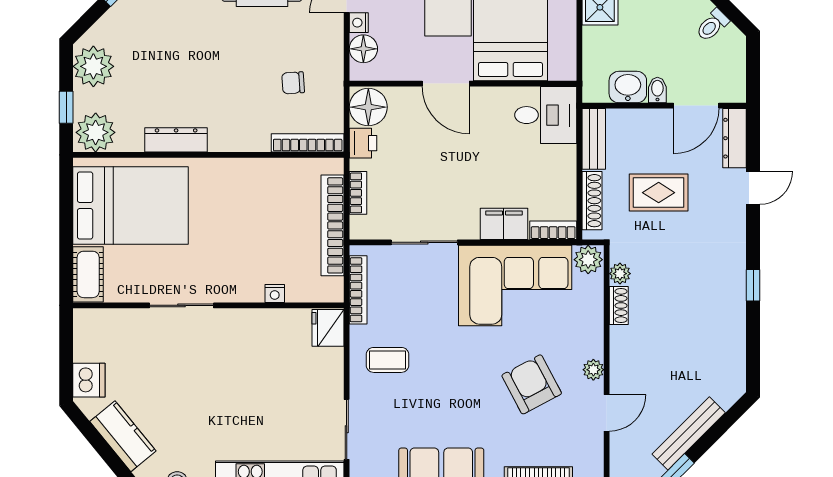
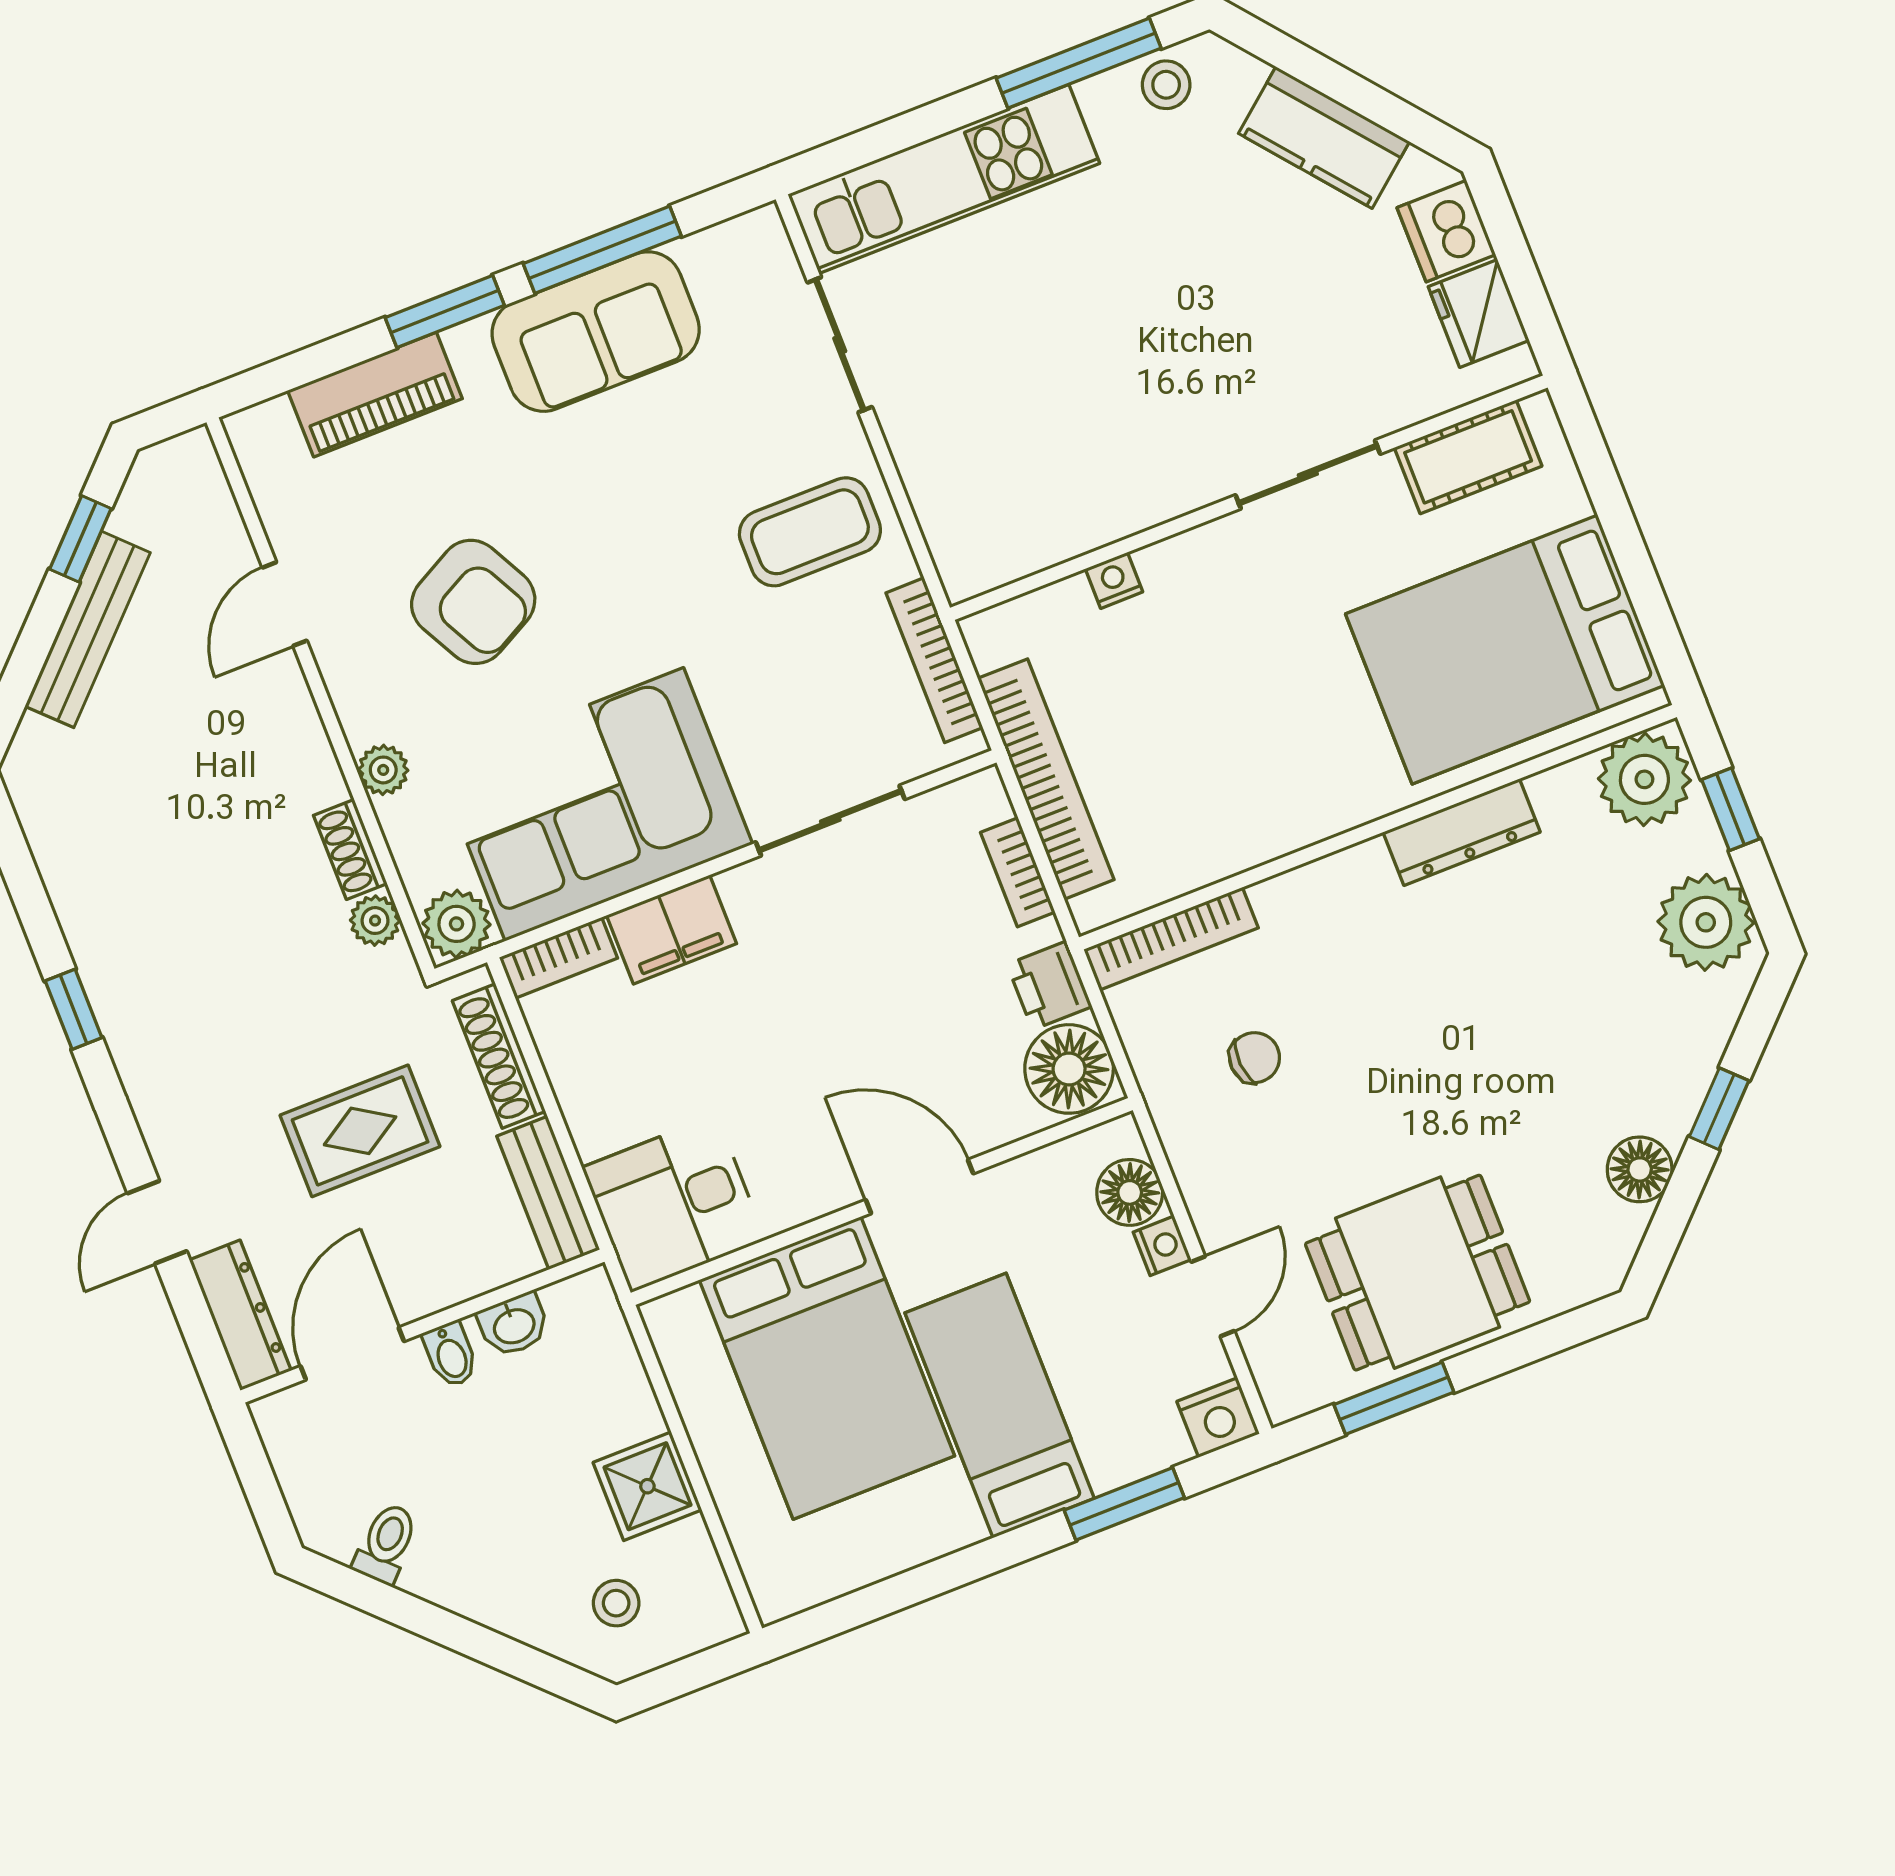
washbasin: (628, 87) -> (514, 1325), width x0.72, depth x0.69
cot: (88, 274) -> (1468, 457), moved, turned 90
fridge: (328, 328) -> (1479, 314), moved, turned 180
coffee table: (387, 360) -> (810, 532), width x1.36, depth x1.30
plant: (593, 370) -> (383, 770), moved

